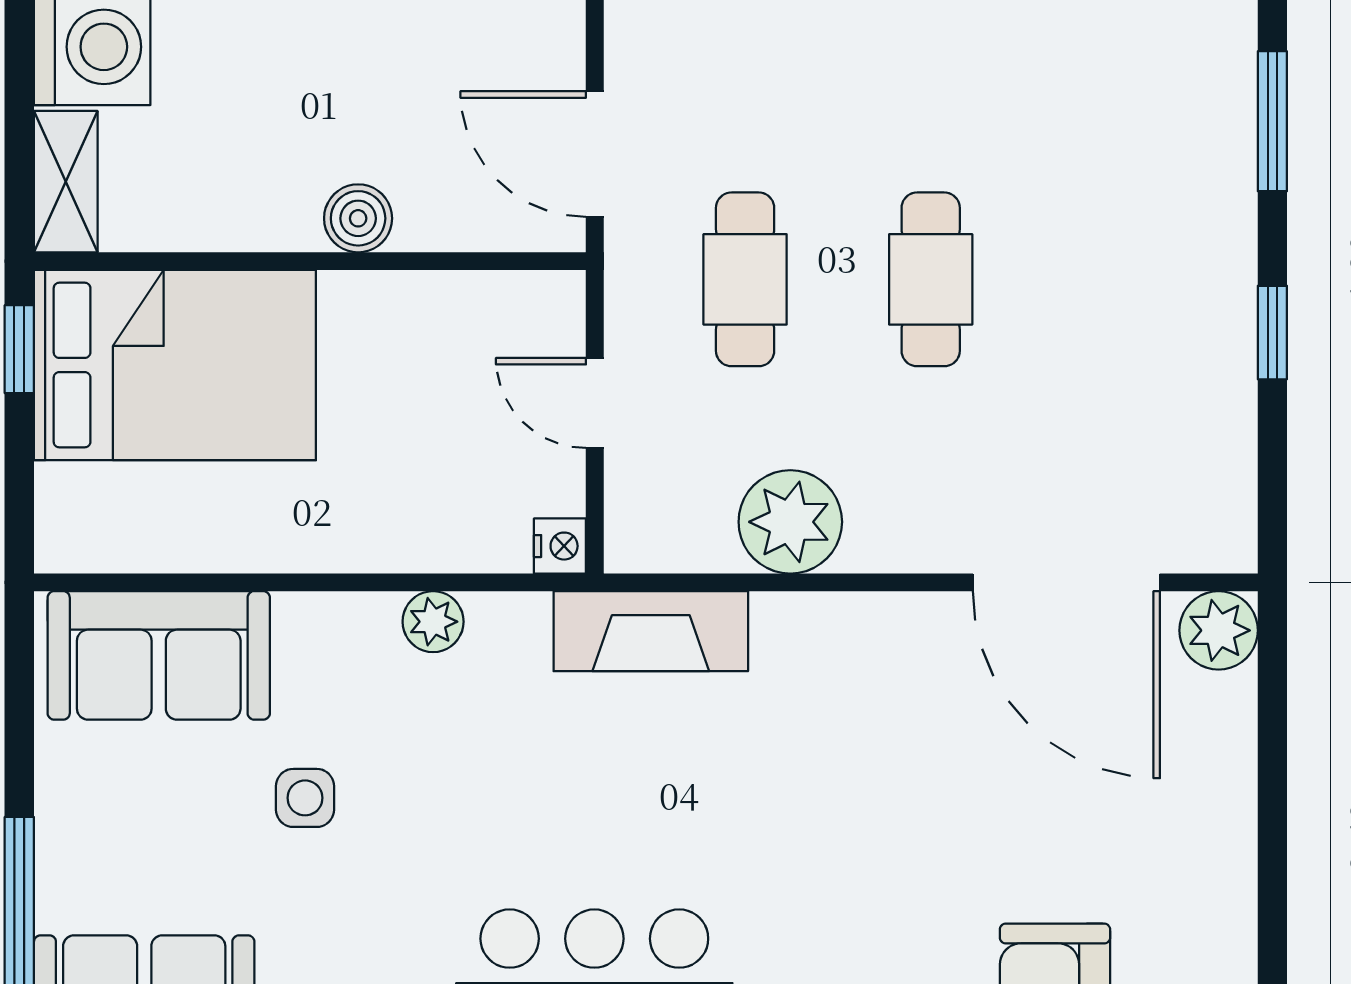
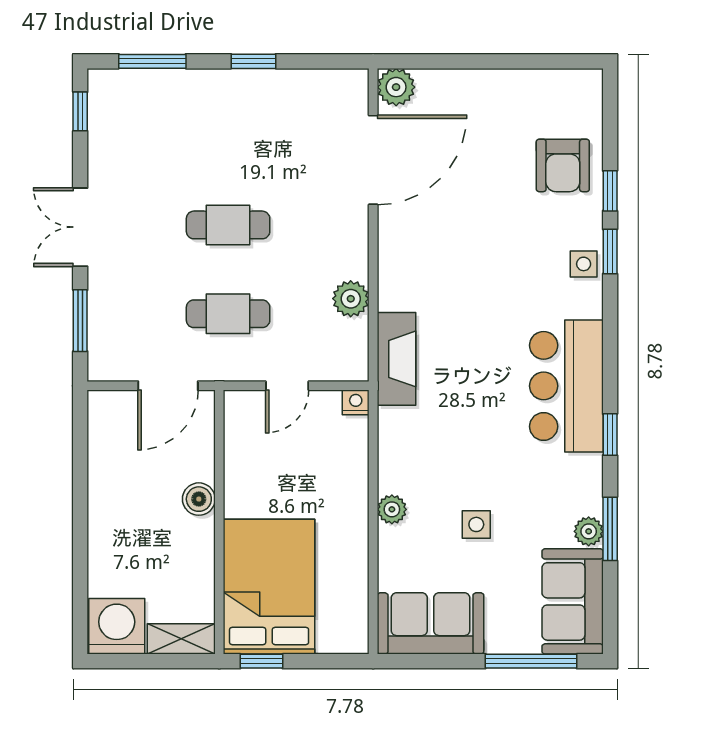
plant: (790, 522) -> (351, 299), width x0.73, depth x0.73
plant: (433, 622) -> (392, 509), moved
sofa: (159, 655) -> (431, 623), moved, turned -90

